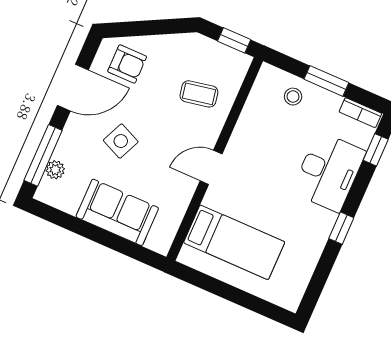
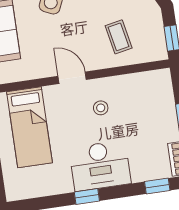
stool: (293, 97) -> (101, 108), moved
desk: (329, 172) -> (100, 166), moved

